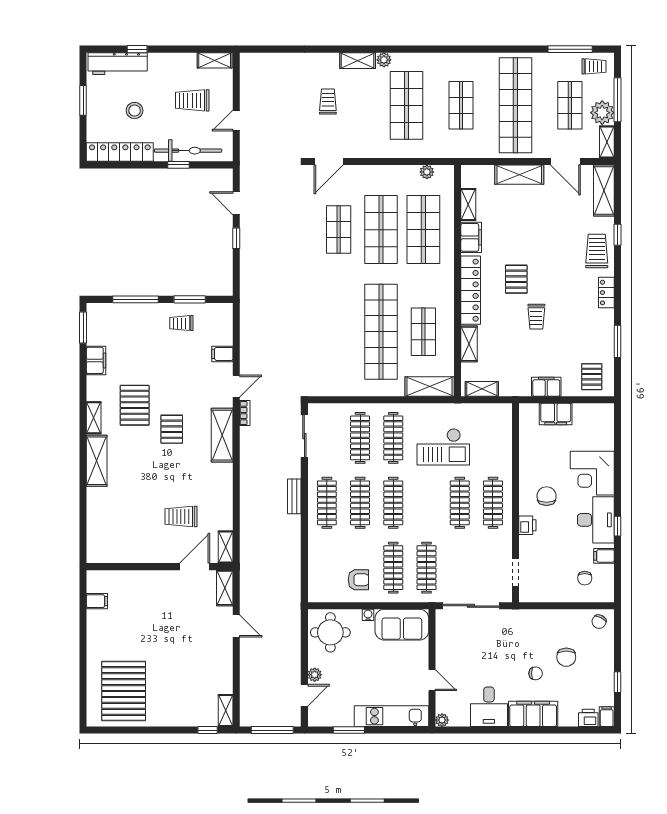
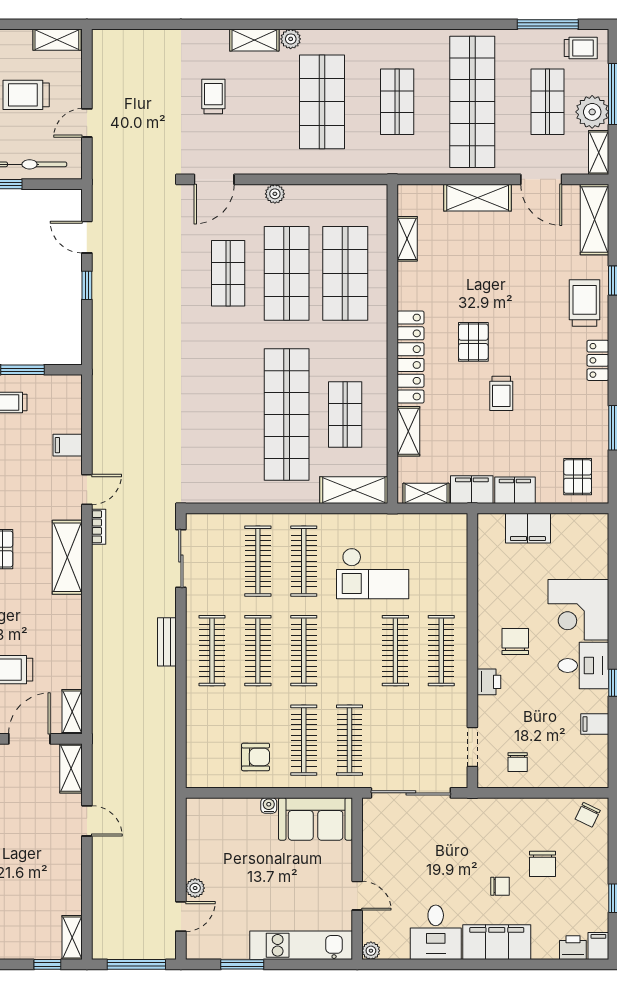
plant: (427, 172) -> (275, 194), moved
filing cabinet: (471, 237) -> (472, 490), moved, turned -90
desk: (596, 520) -> (583, 665), width x0.73
chair: (585, 578) -> (518, 762), moved
round table: (330, 632) -> (217, 830), removed

